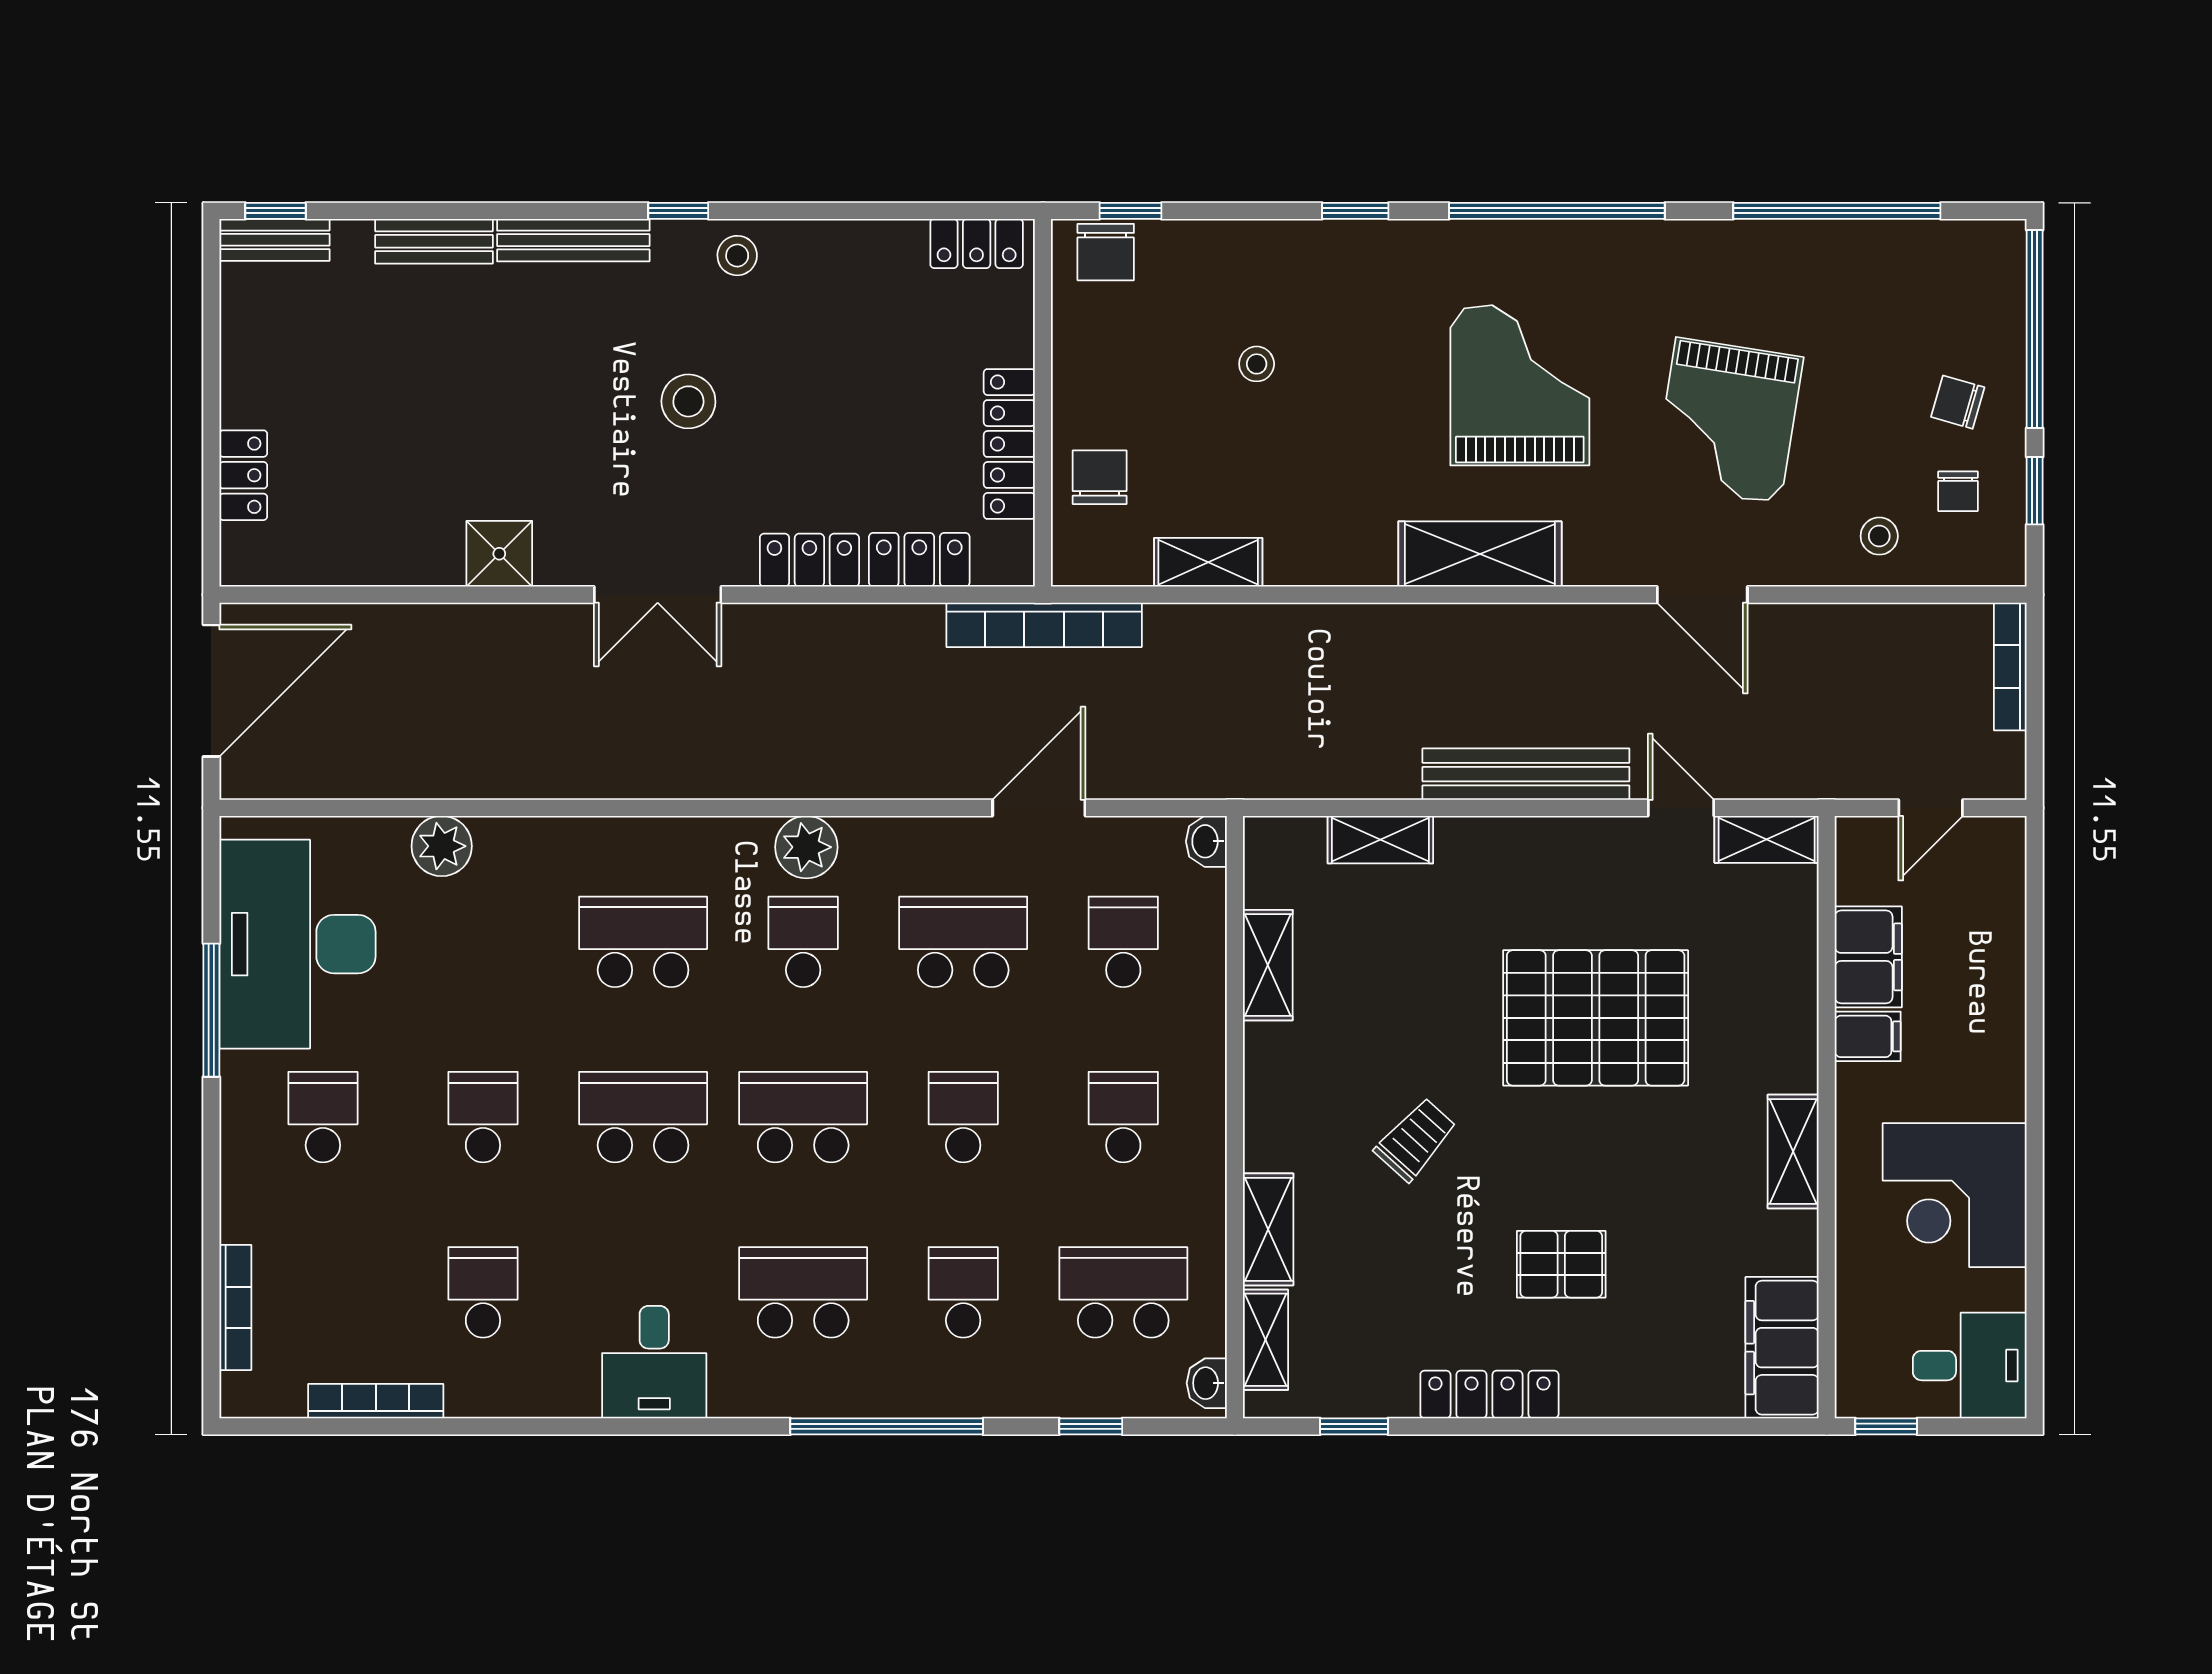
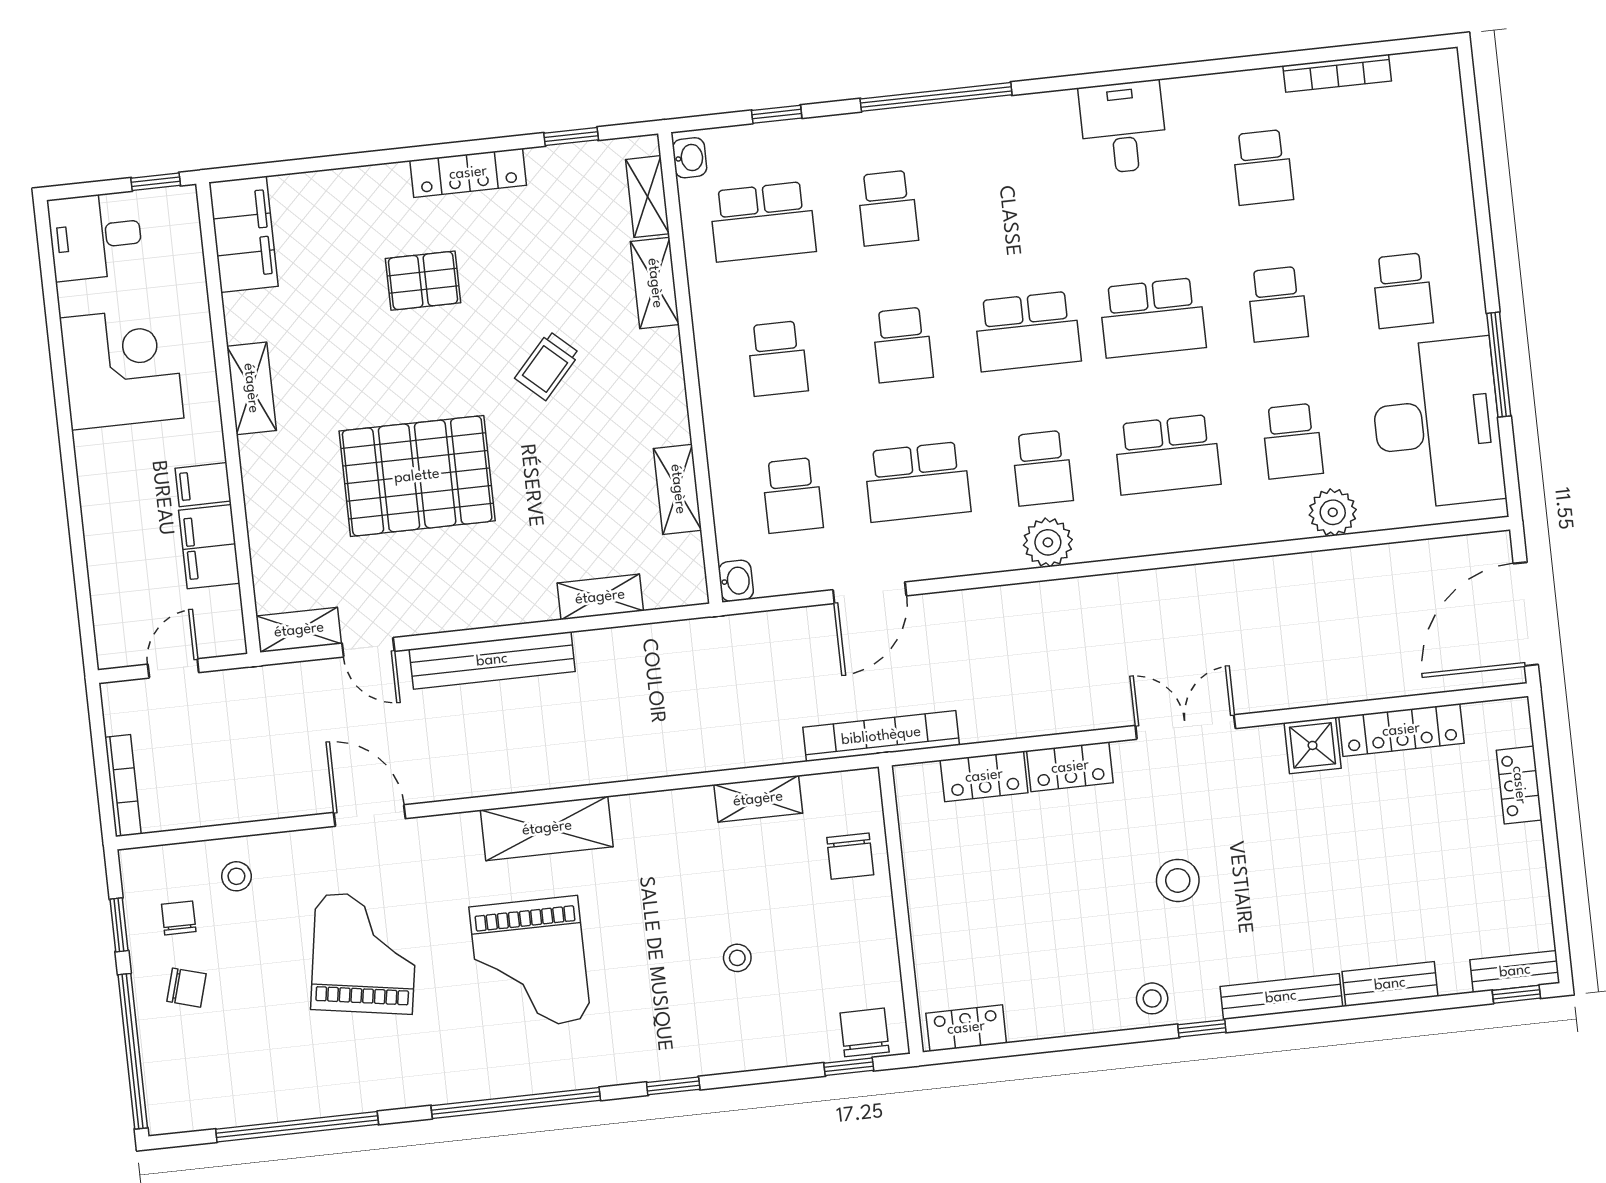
locker: (1009, 444) -> (1401, 730), moved, turned 90
school desk: (803, 1292) -> (1292, 441), moved, width x0.54
bookcase: (235, 1307) -> (1455, 134), removed

